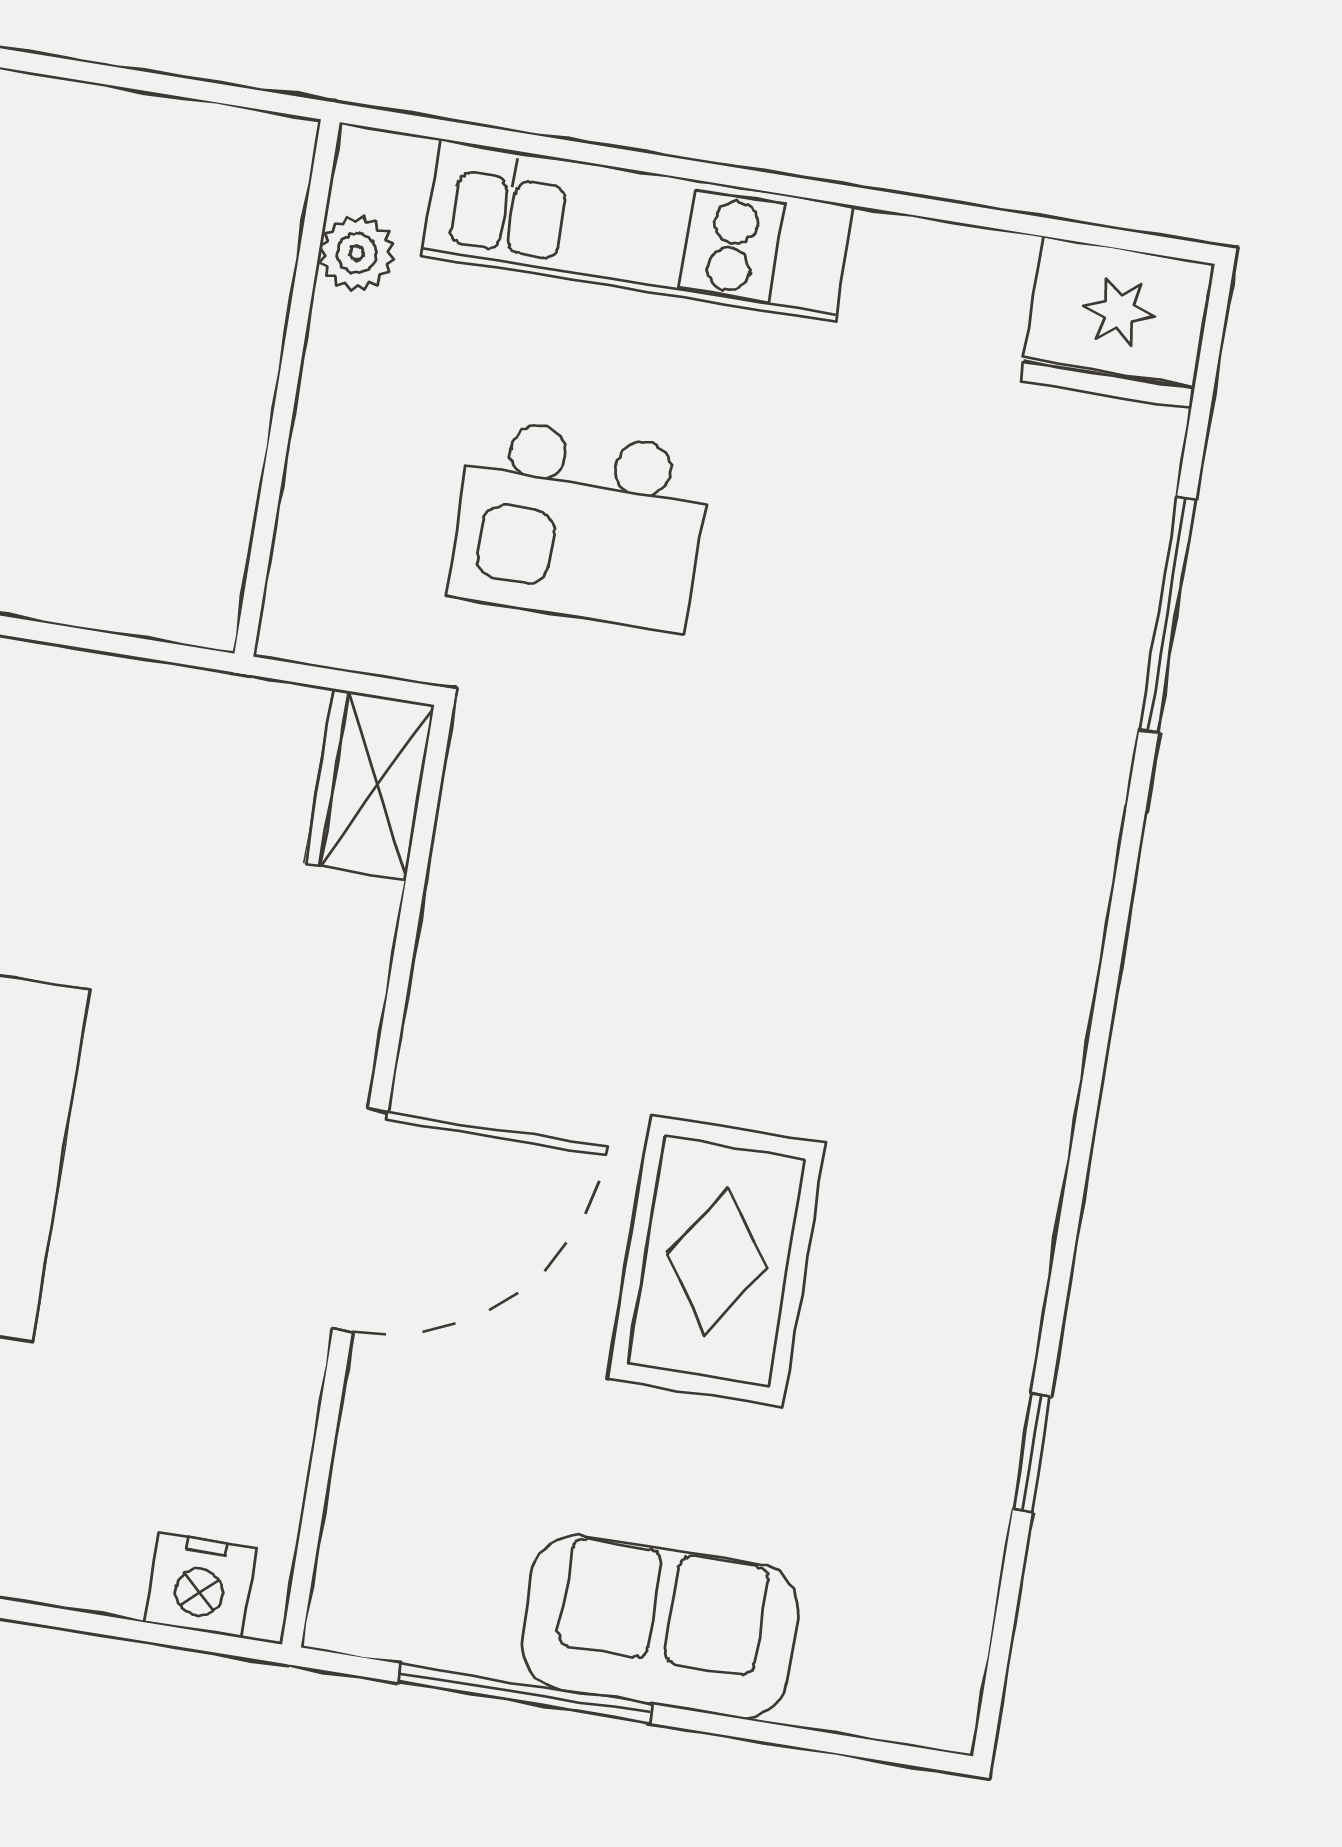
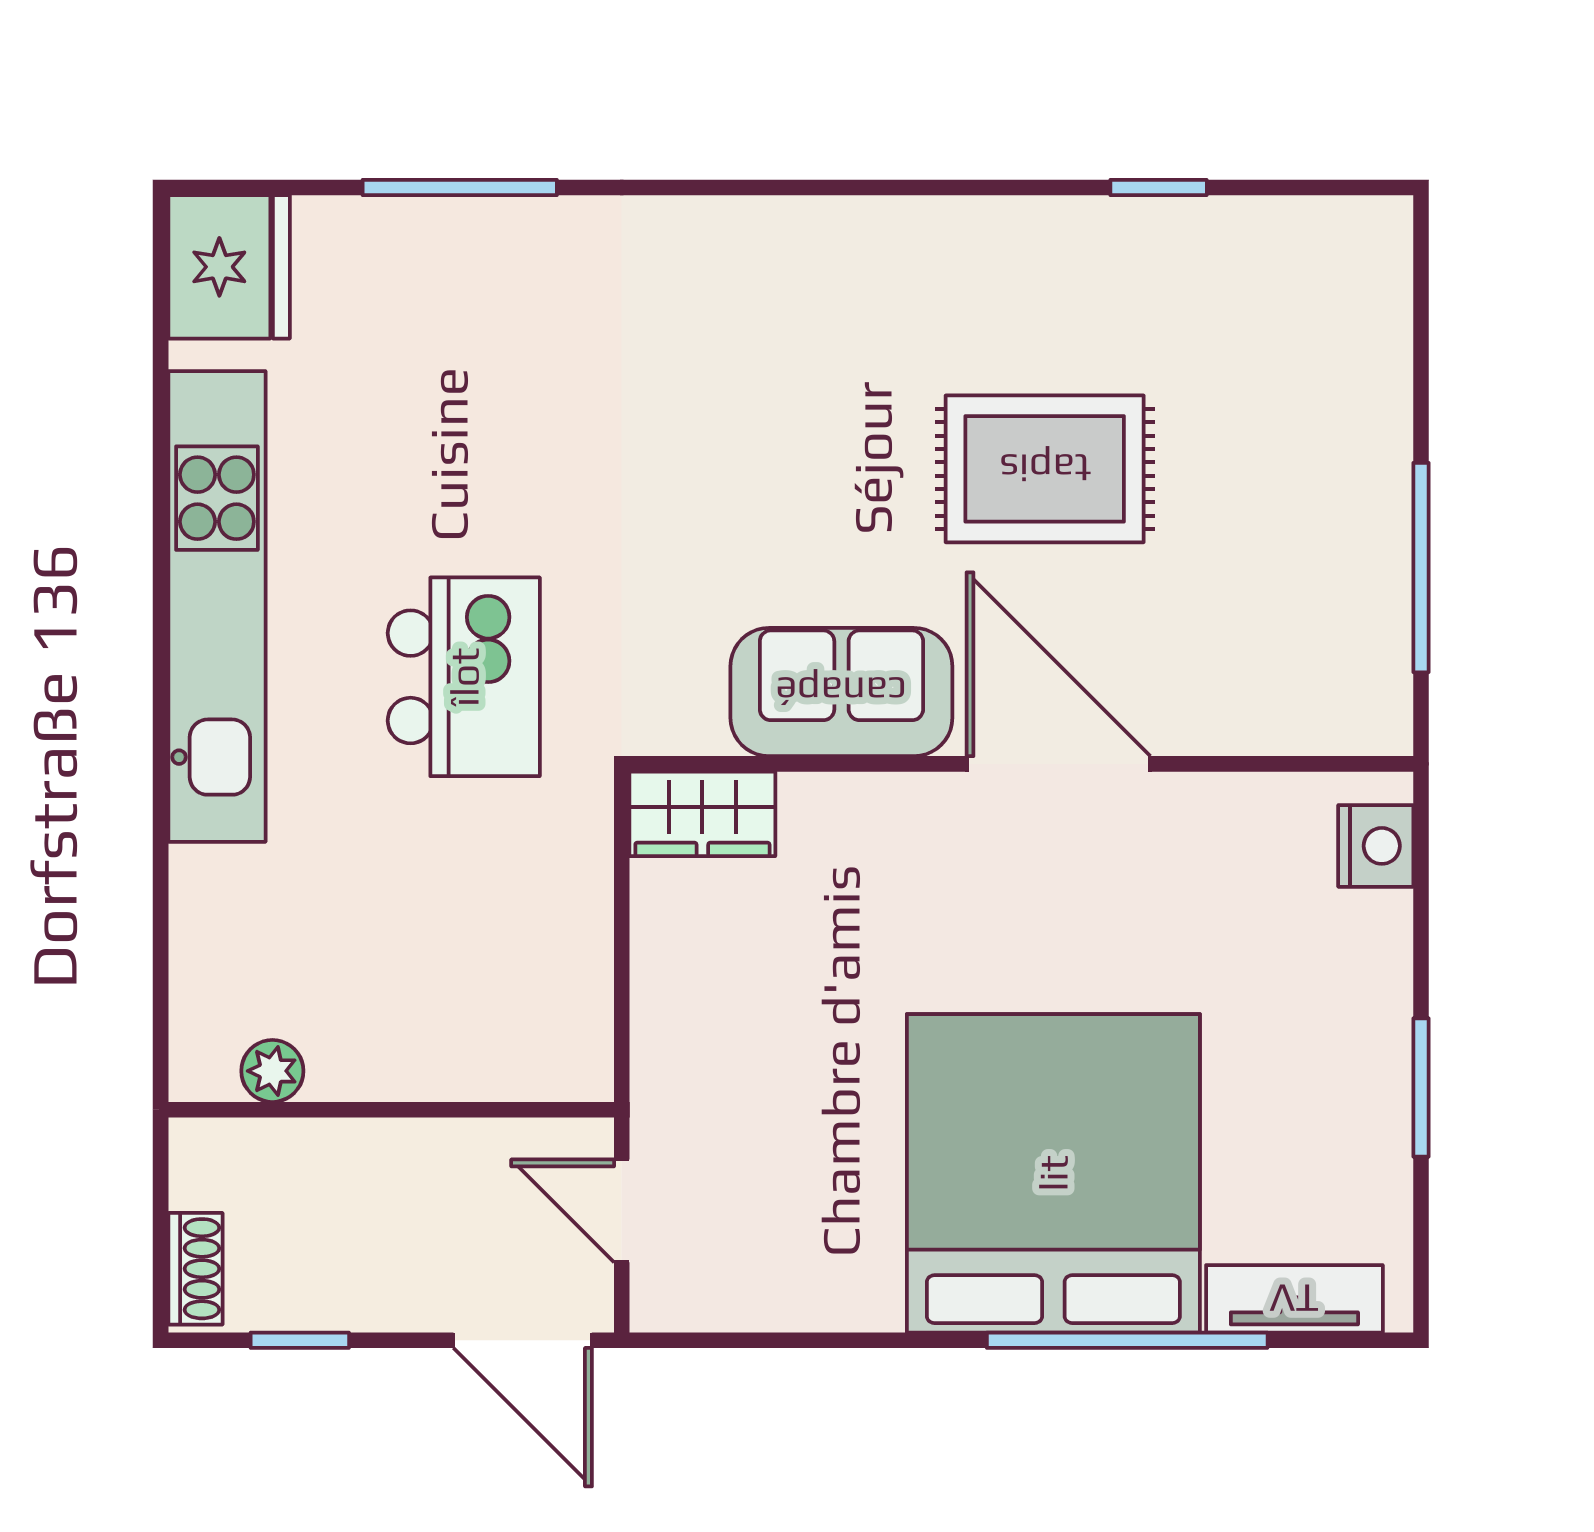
kitchen unit: (637, 230) -> (217, 606), width x1.36
plant: (357, 253) -> (272, 1071), moved
wall: (287, 388) -> (391, 1110), moved
sofa: (660, 1627) -> (841, 692), moved, turned 90

